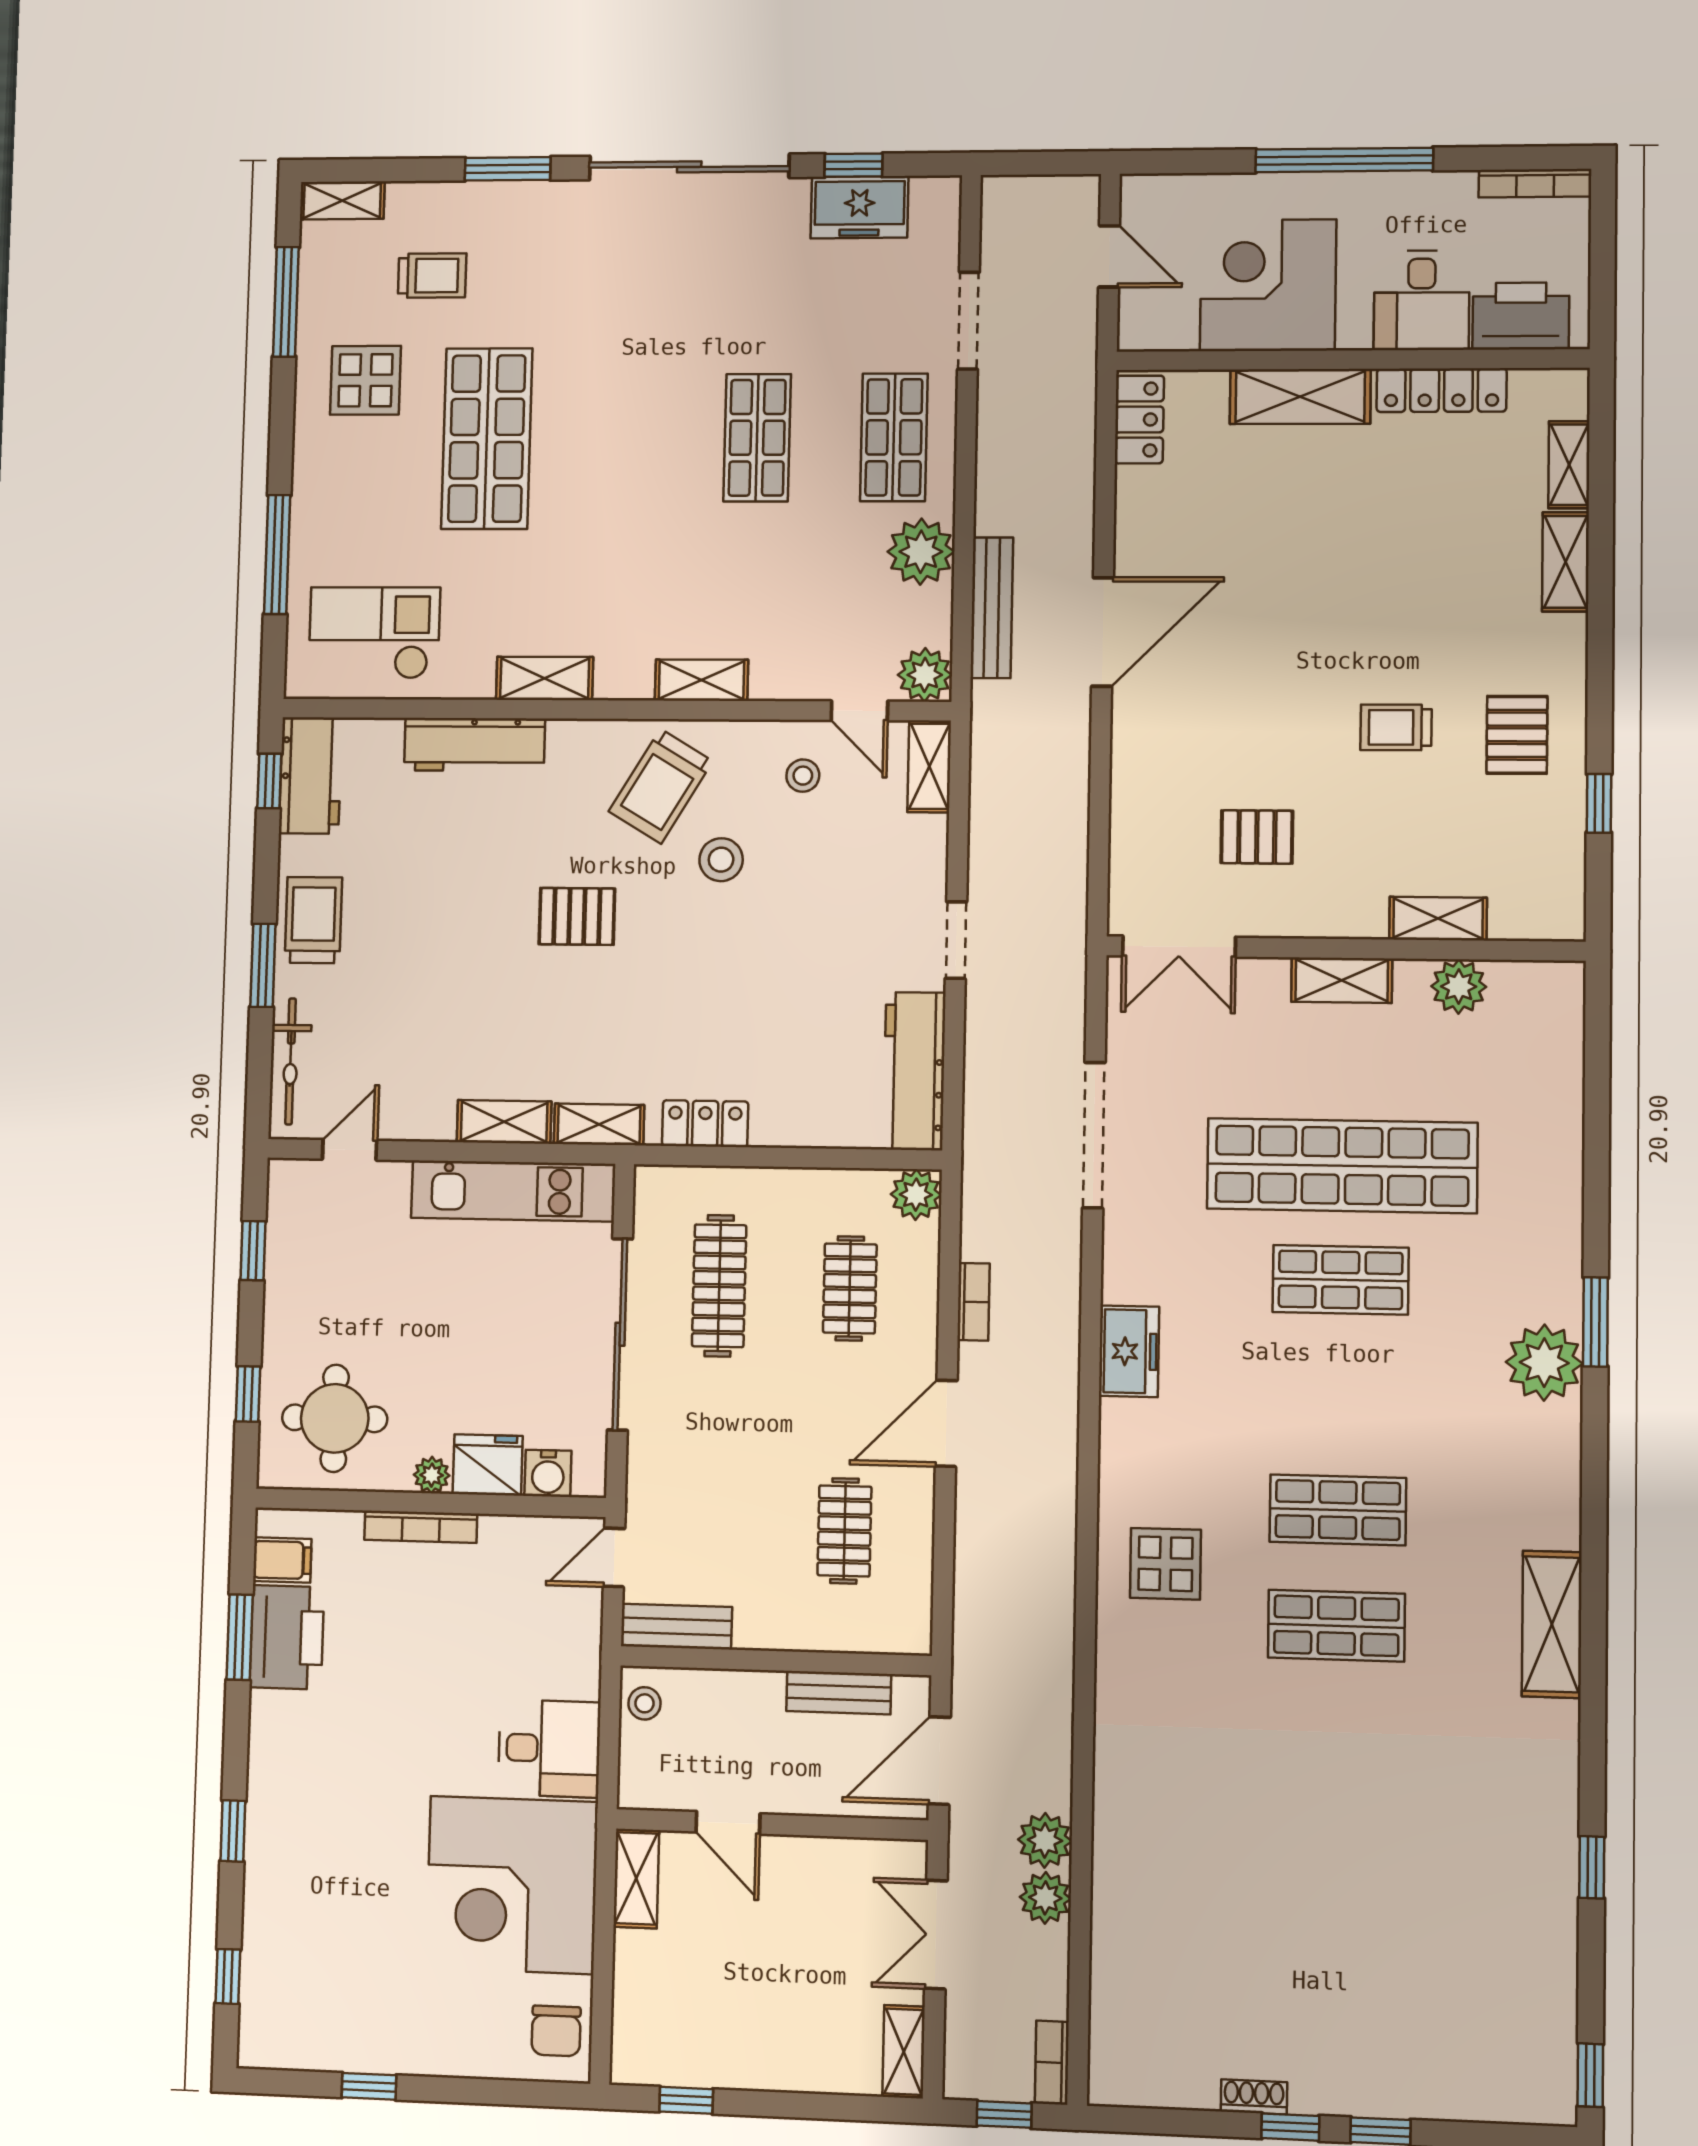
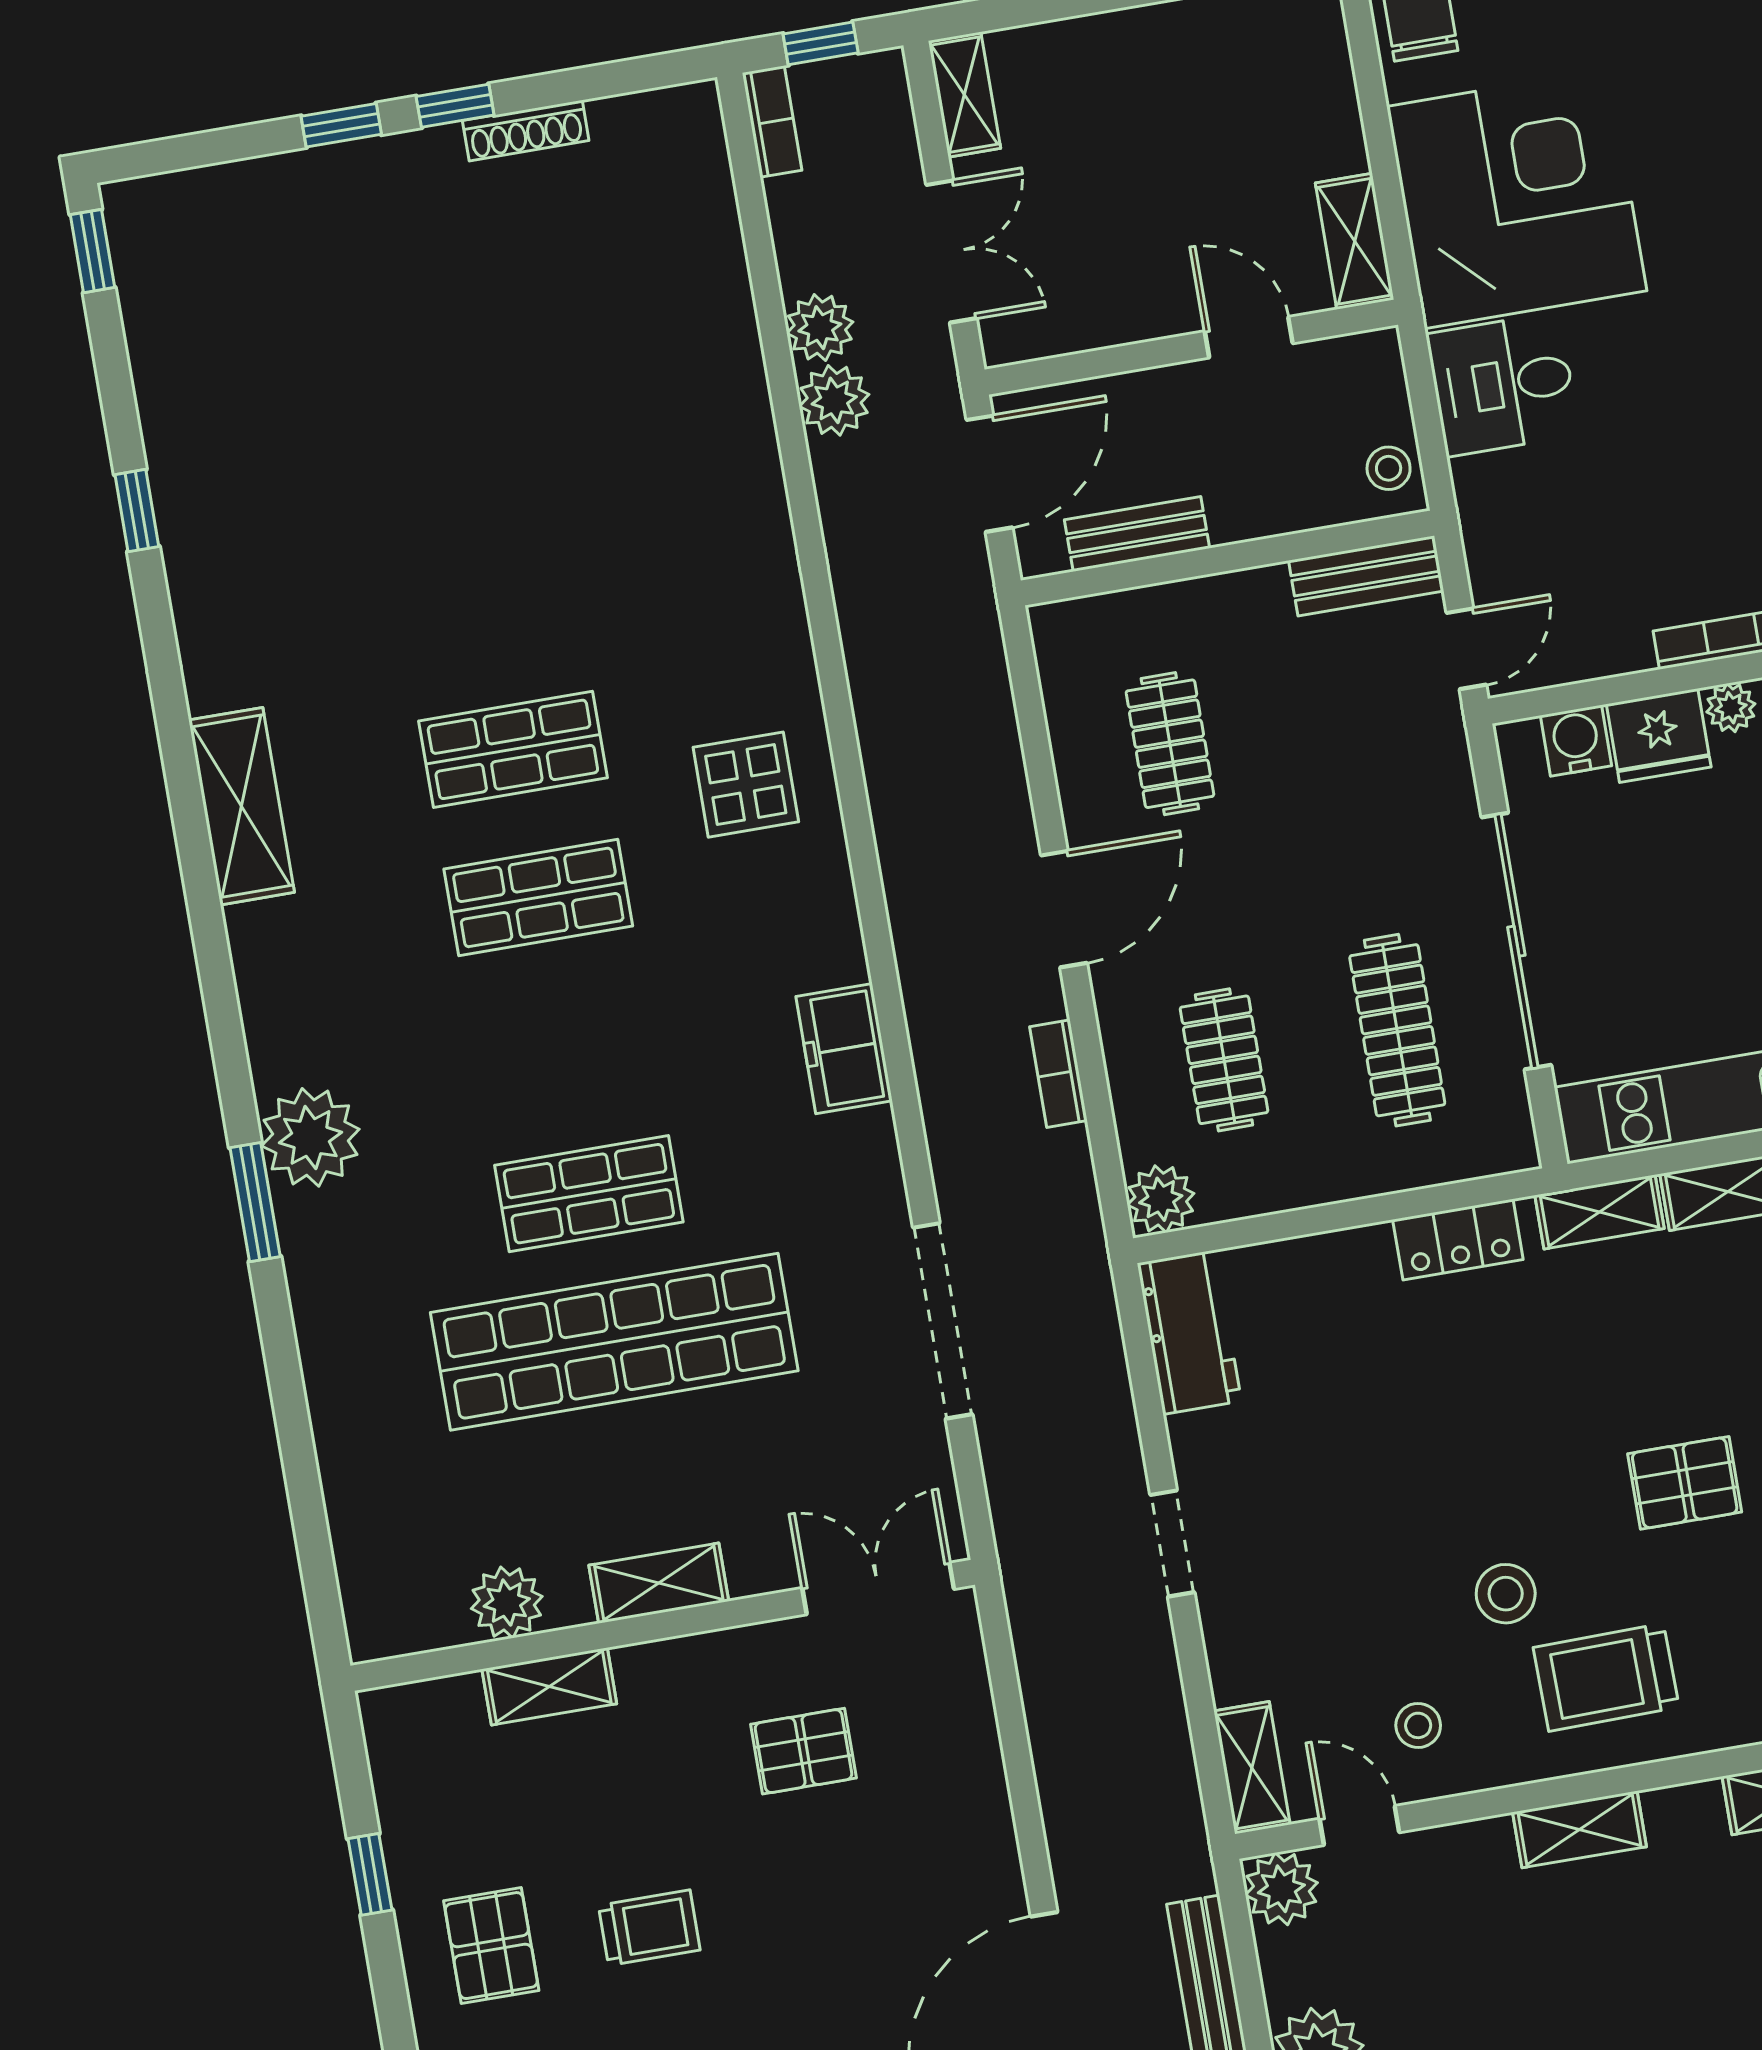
trolley: (661, 786) -> (1606, 1677), turned -122
workbench: (914, 1071) -> (1189, 1332), width x0.73
shoe rack: (1254, 2097) -> (526, 131), width x1.43

